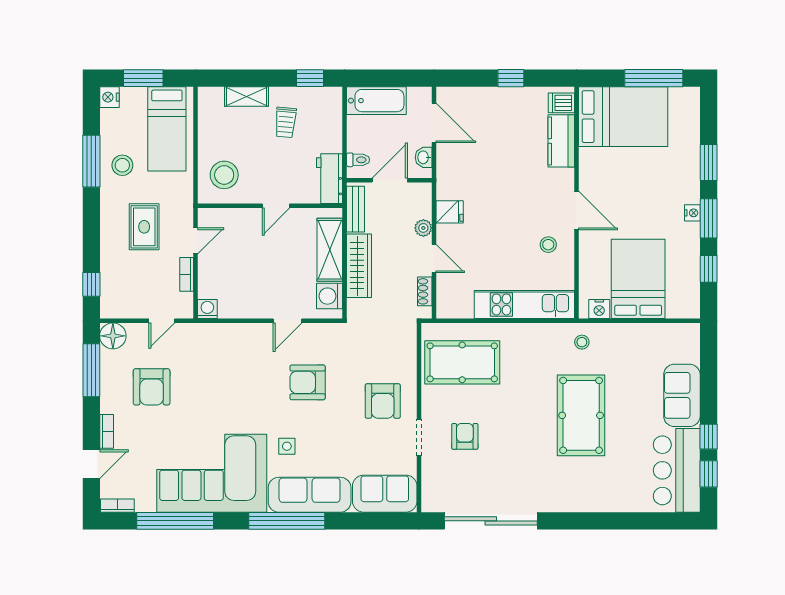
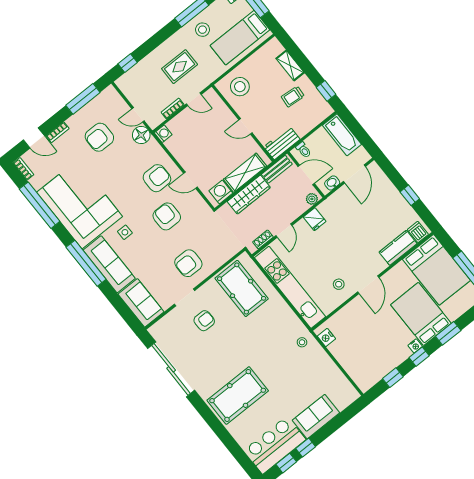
window: (709, 218) -> (419, 357), width x0.67
plant: (423, 228) -> (312, 199), moved
bed: (638, 279) -> (421, 314), moved, turned -90
kitchen unit: (524, 304) -> (290, 287), width x1.36
floor lamp: (113, 336) -> (141, 135), moved
armchair: (254, 358) -> (157, 178), added
pool table: (581, 415) -> (238, 395), moved

